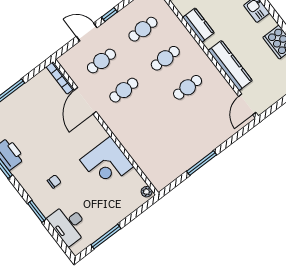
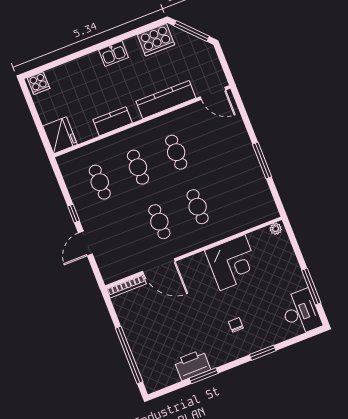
cafe table: (101, 61) -> (198, 207), moved
desk: (69, 224) -> (301, 312), moved, turned -90

